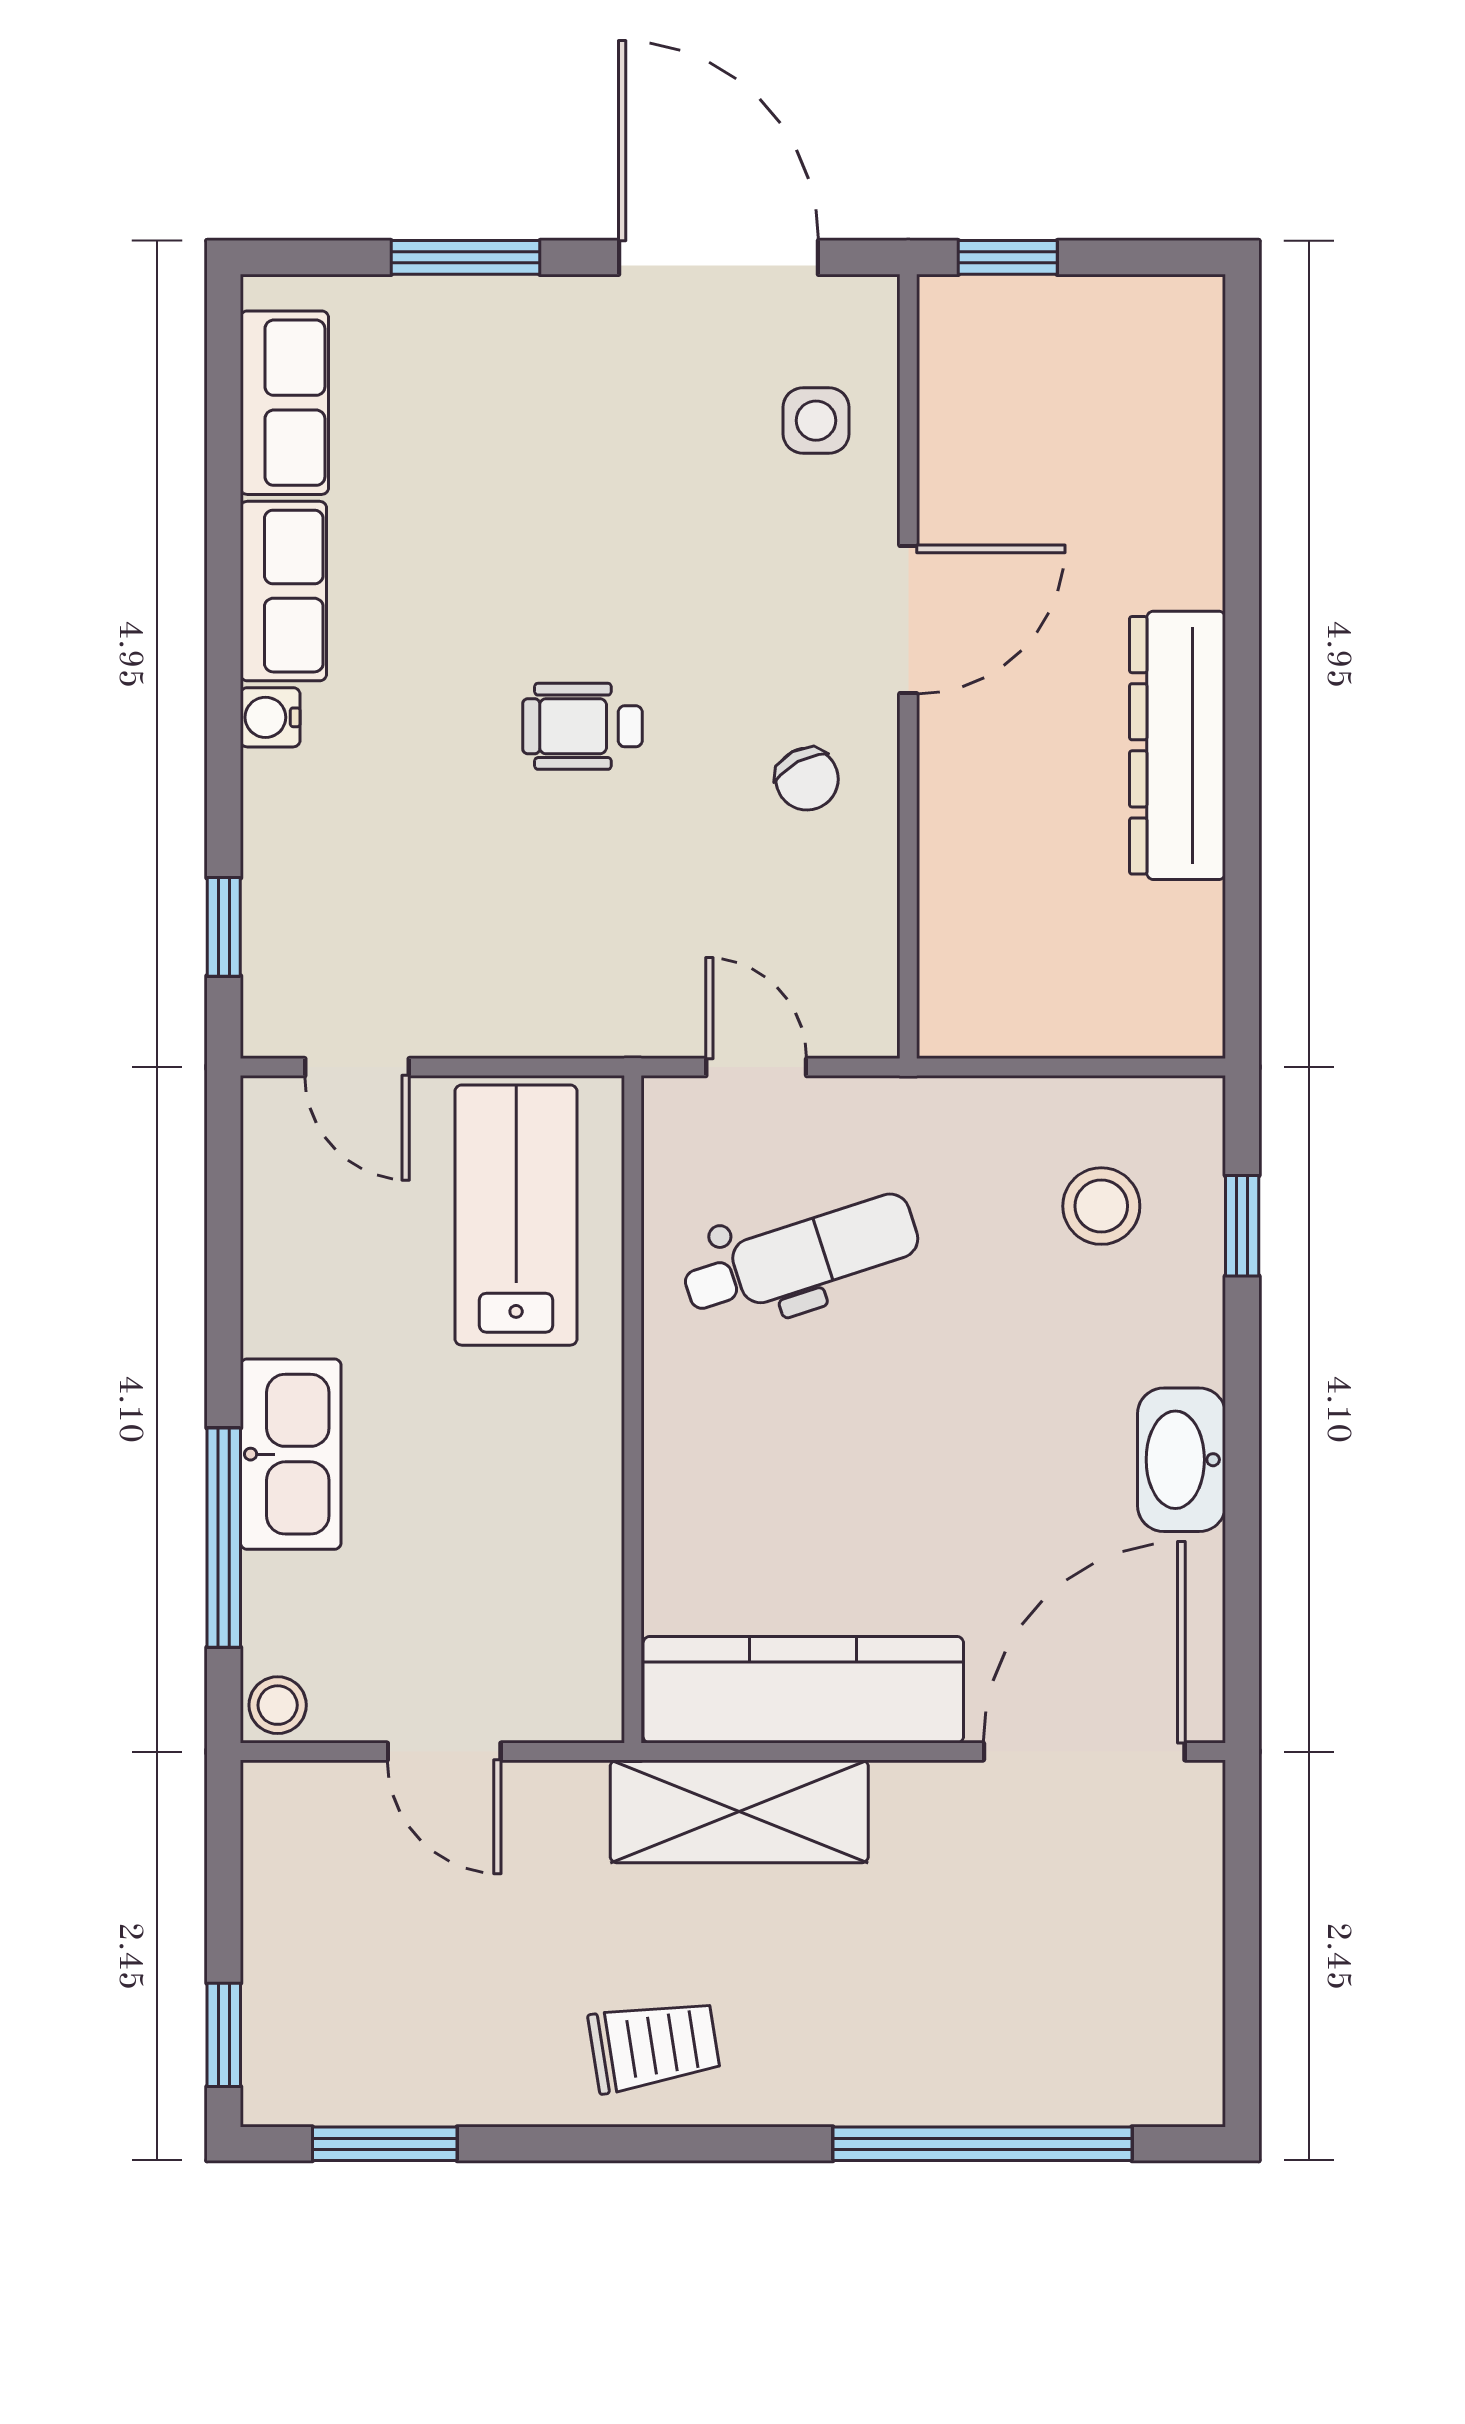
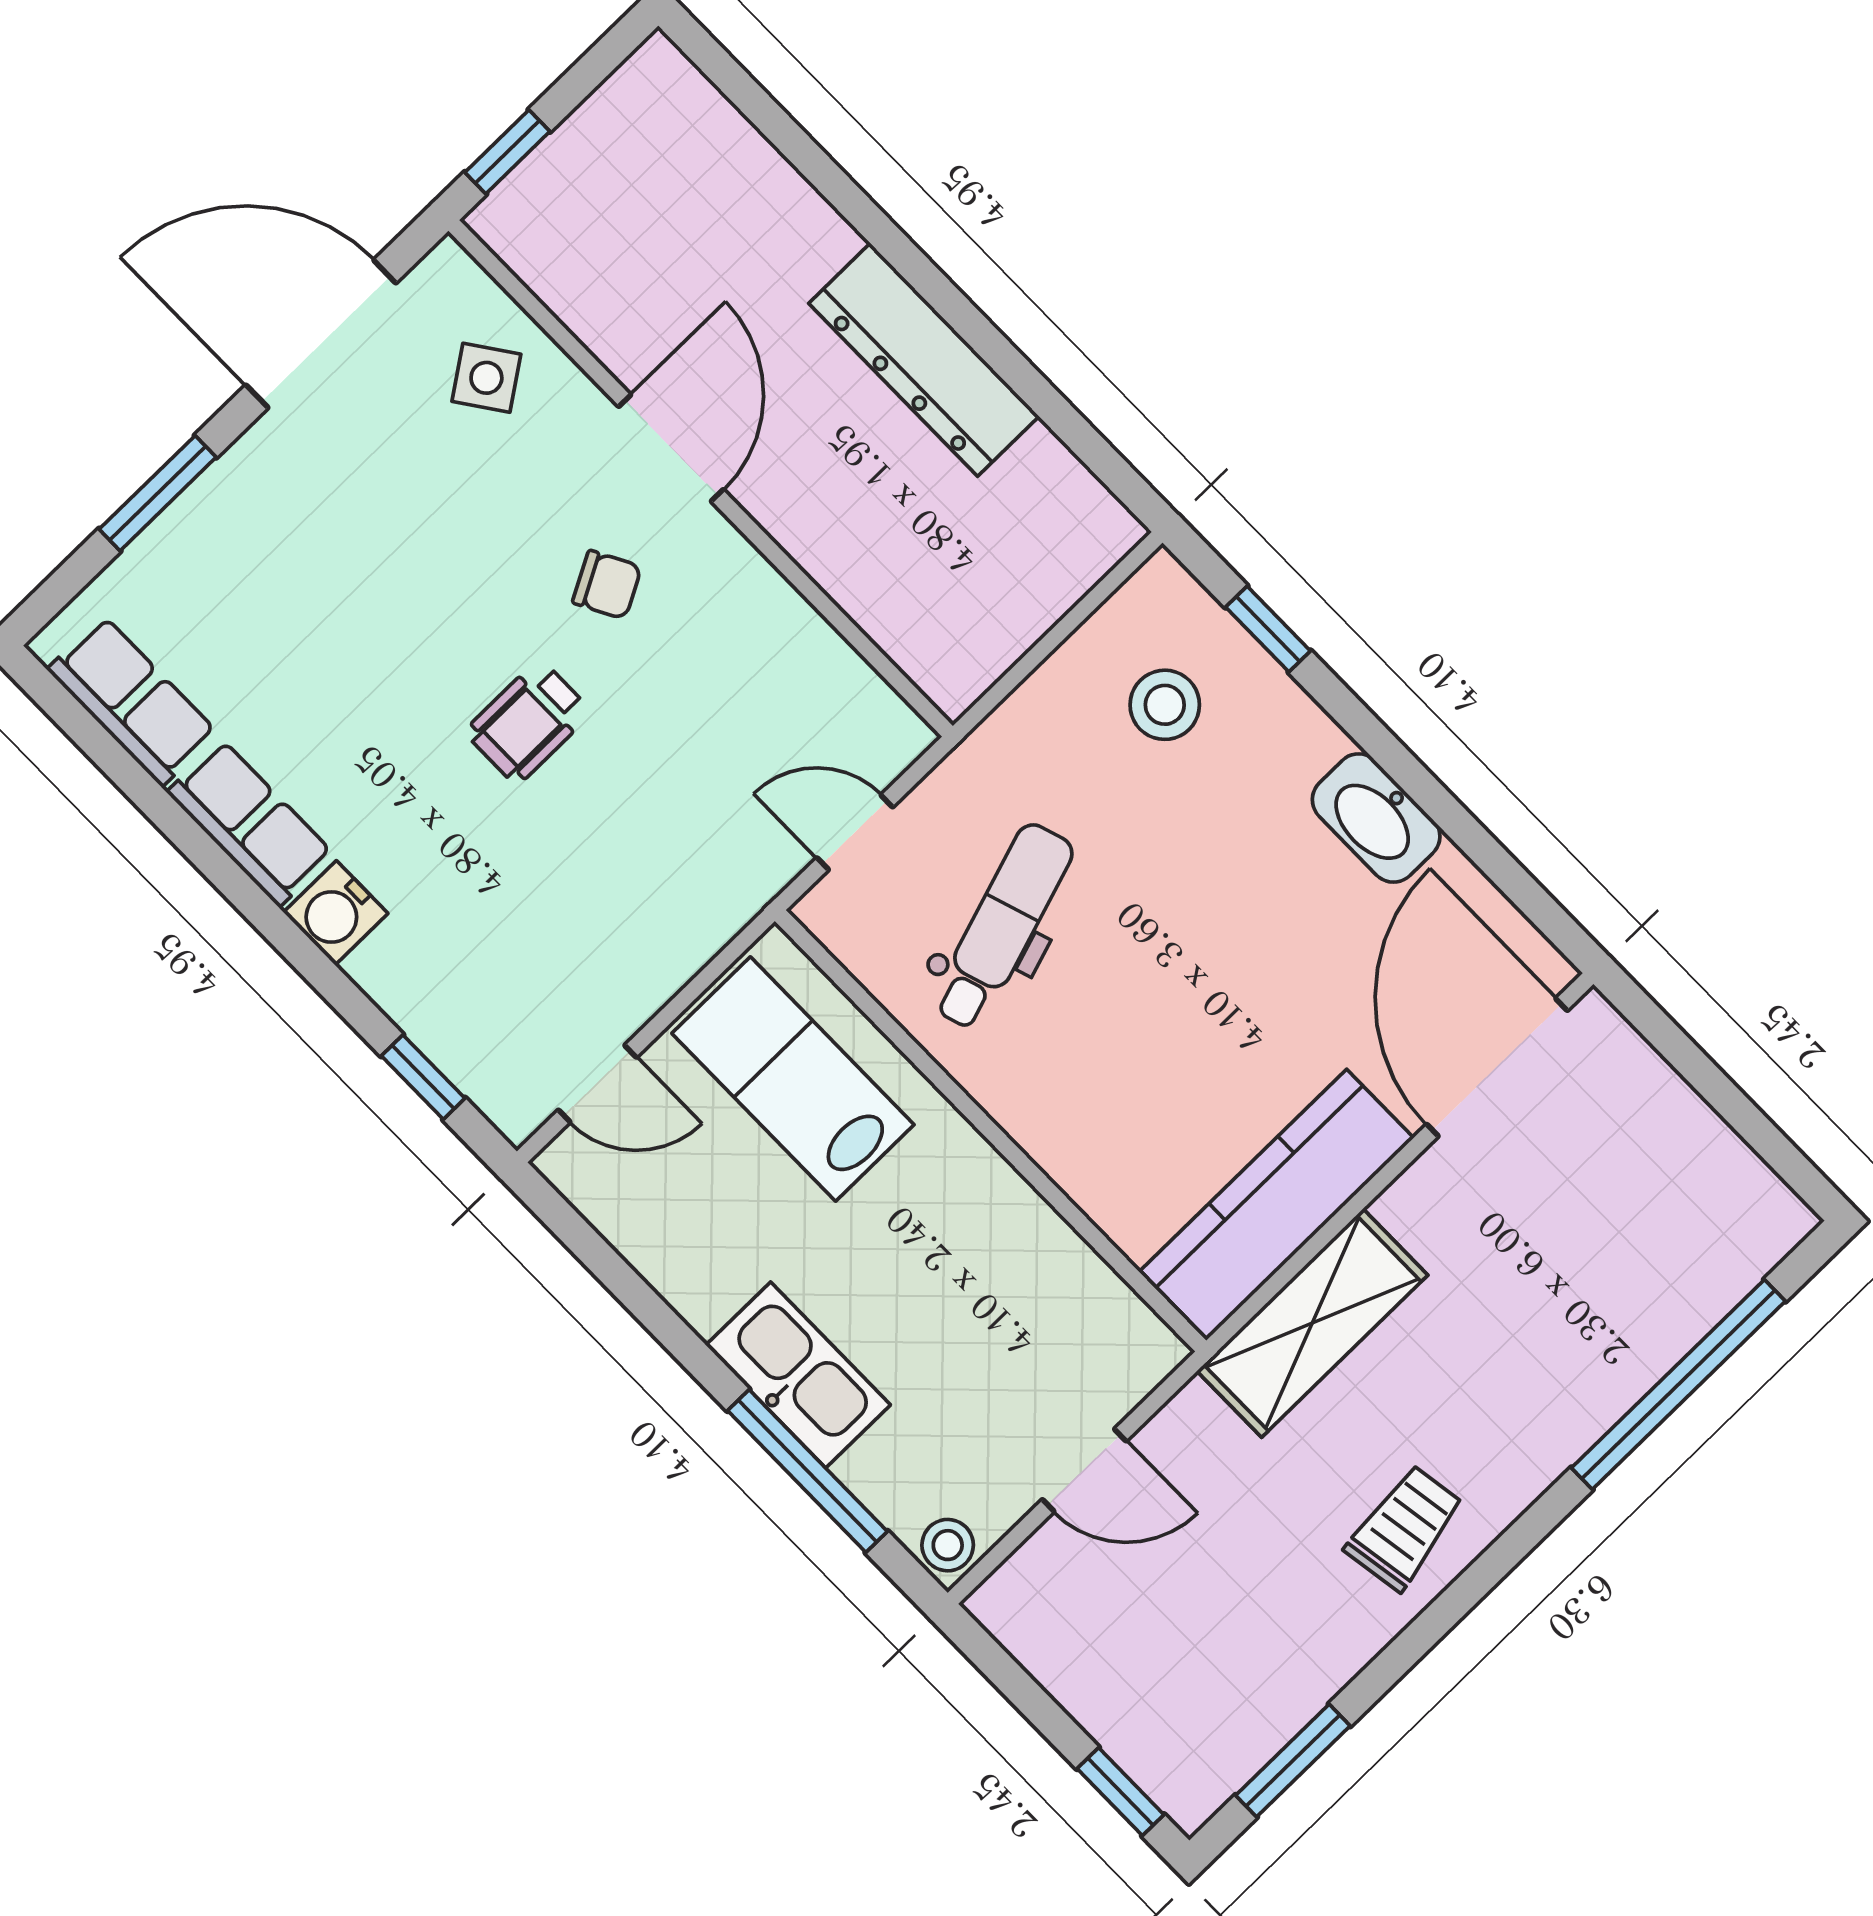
side table: (816, 421) -> (486, 378), turned -35
water cooler: (270, 717) -> (336, 913), width x1.38, depth x1.38
chair: (807, 779) -> (607, 585), moved

